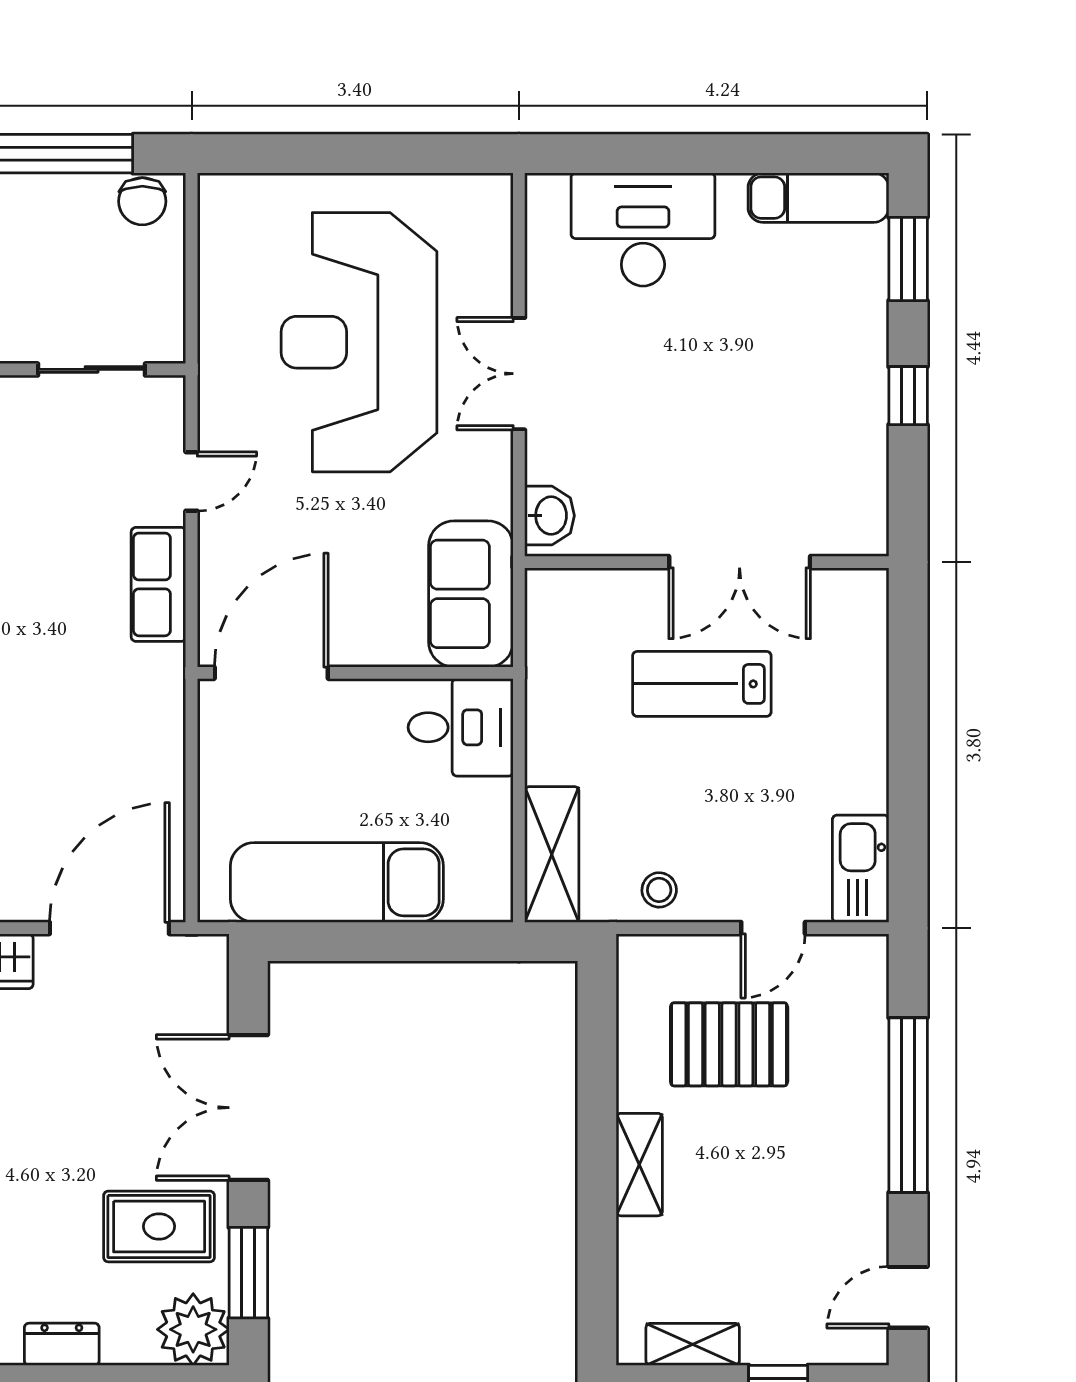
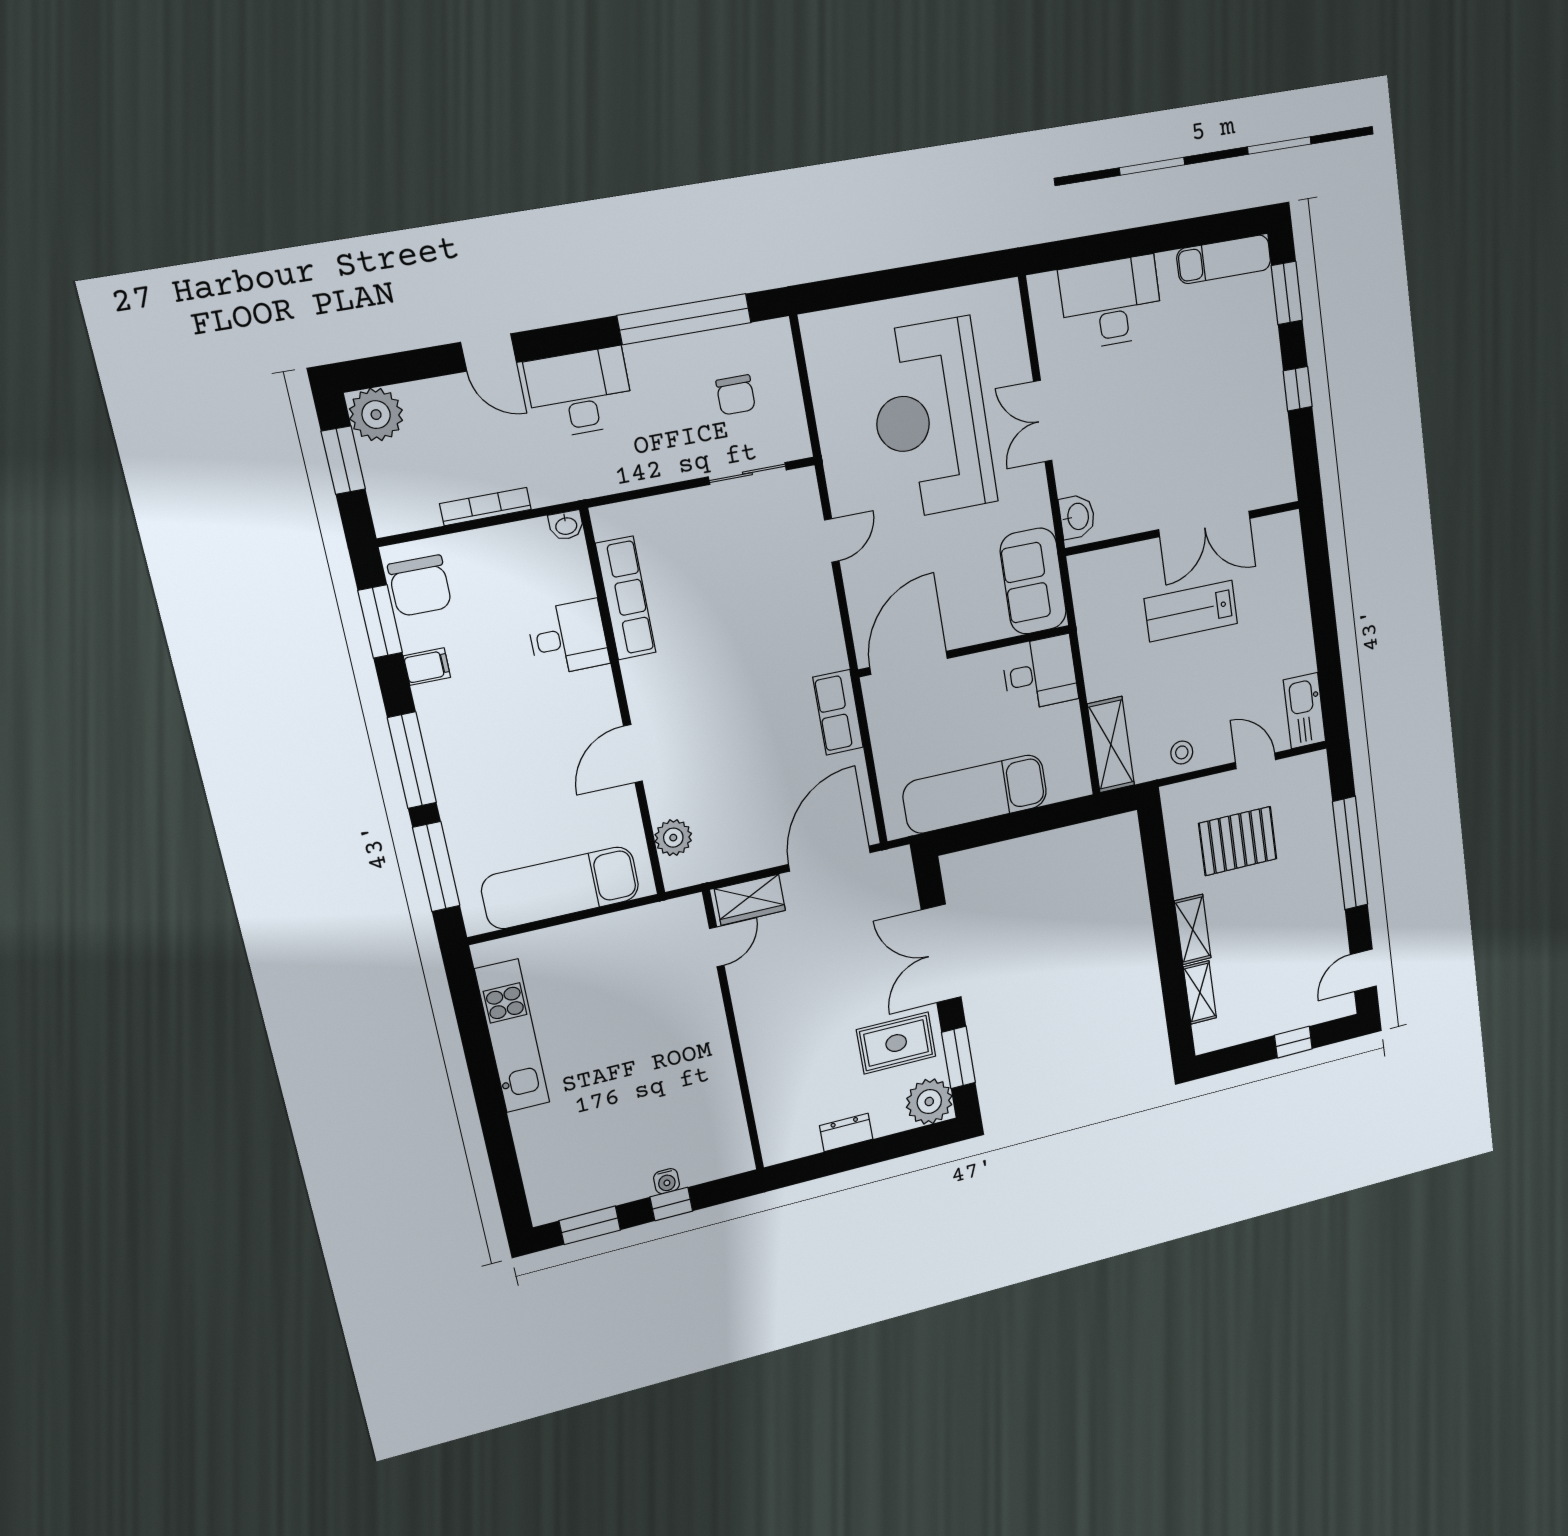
chair: (142, 201) -> (736, 395), moved
row of seats: (158, 584) -> (838, 712), moved
door: (773, 928) -> (1255, 761), swing flipped
shelving: (693, 1344) -> (1200, 992), moved, turned 90

